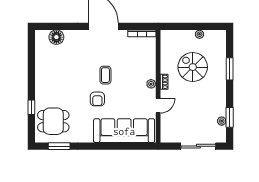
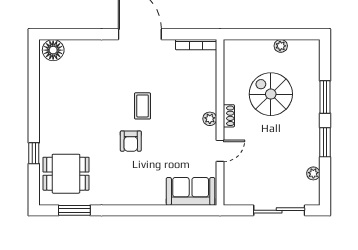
floor lamp: (56, 37) -> (53, 50), moved
window: (230, 117) -> (325, 142), moved
sofa: (124, 131) -> (191, 191), width x0.54, depth x0.79

